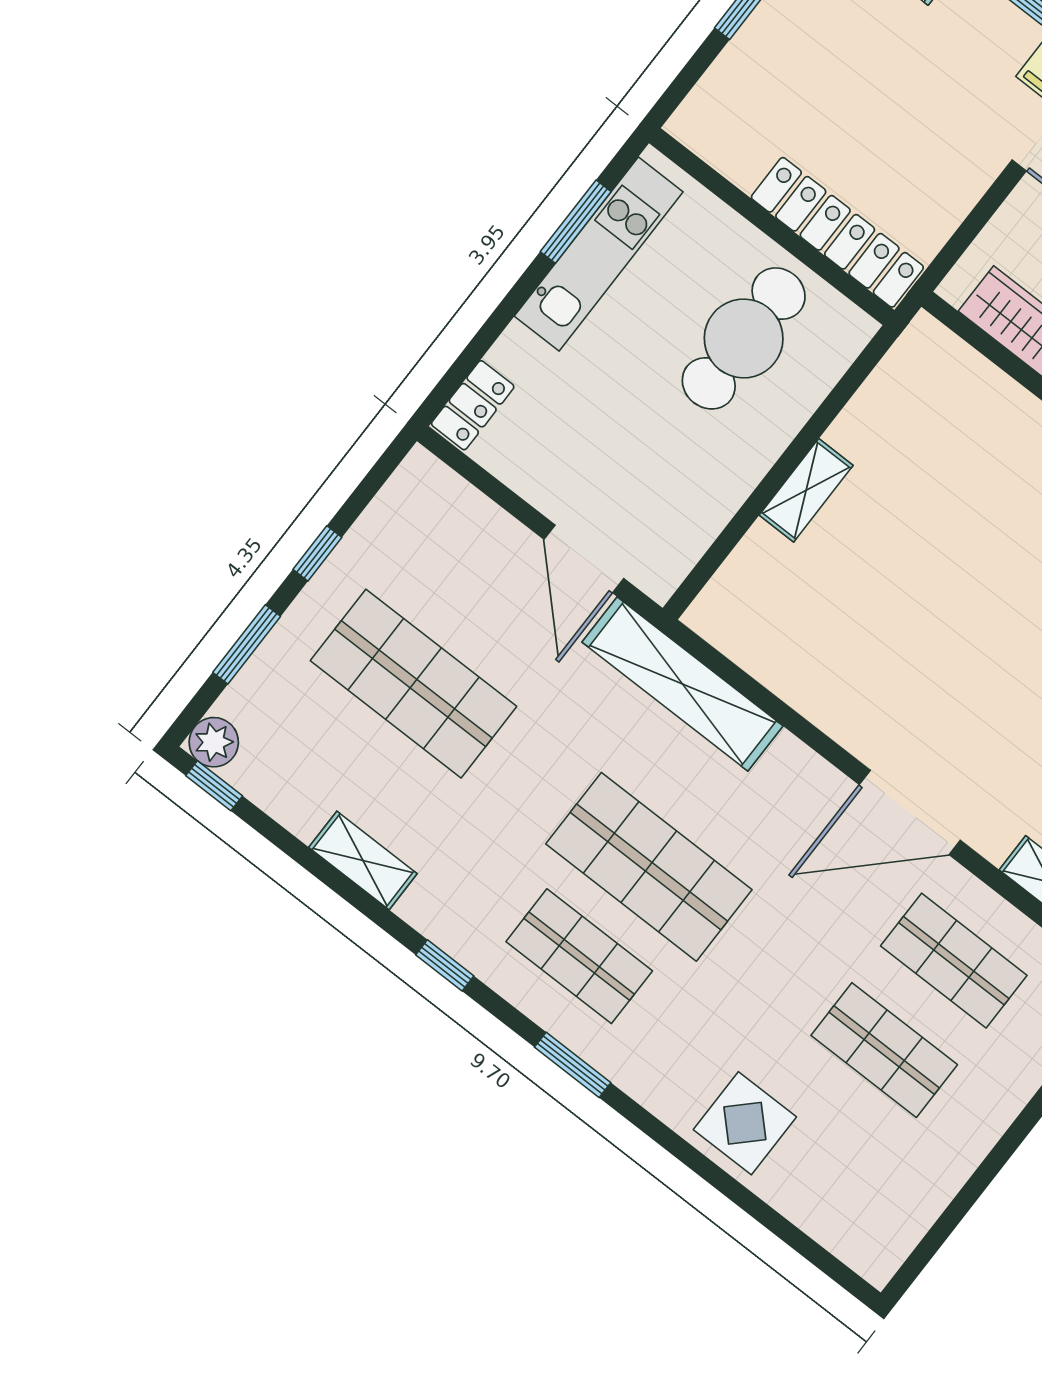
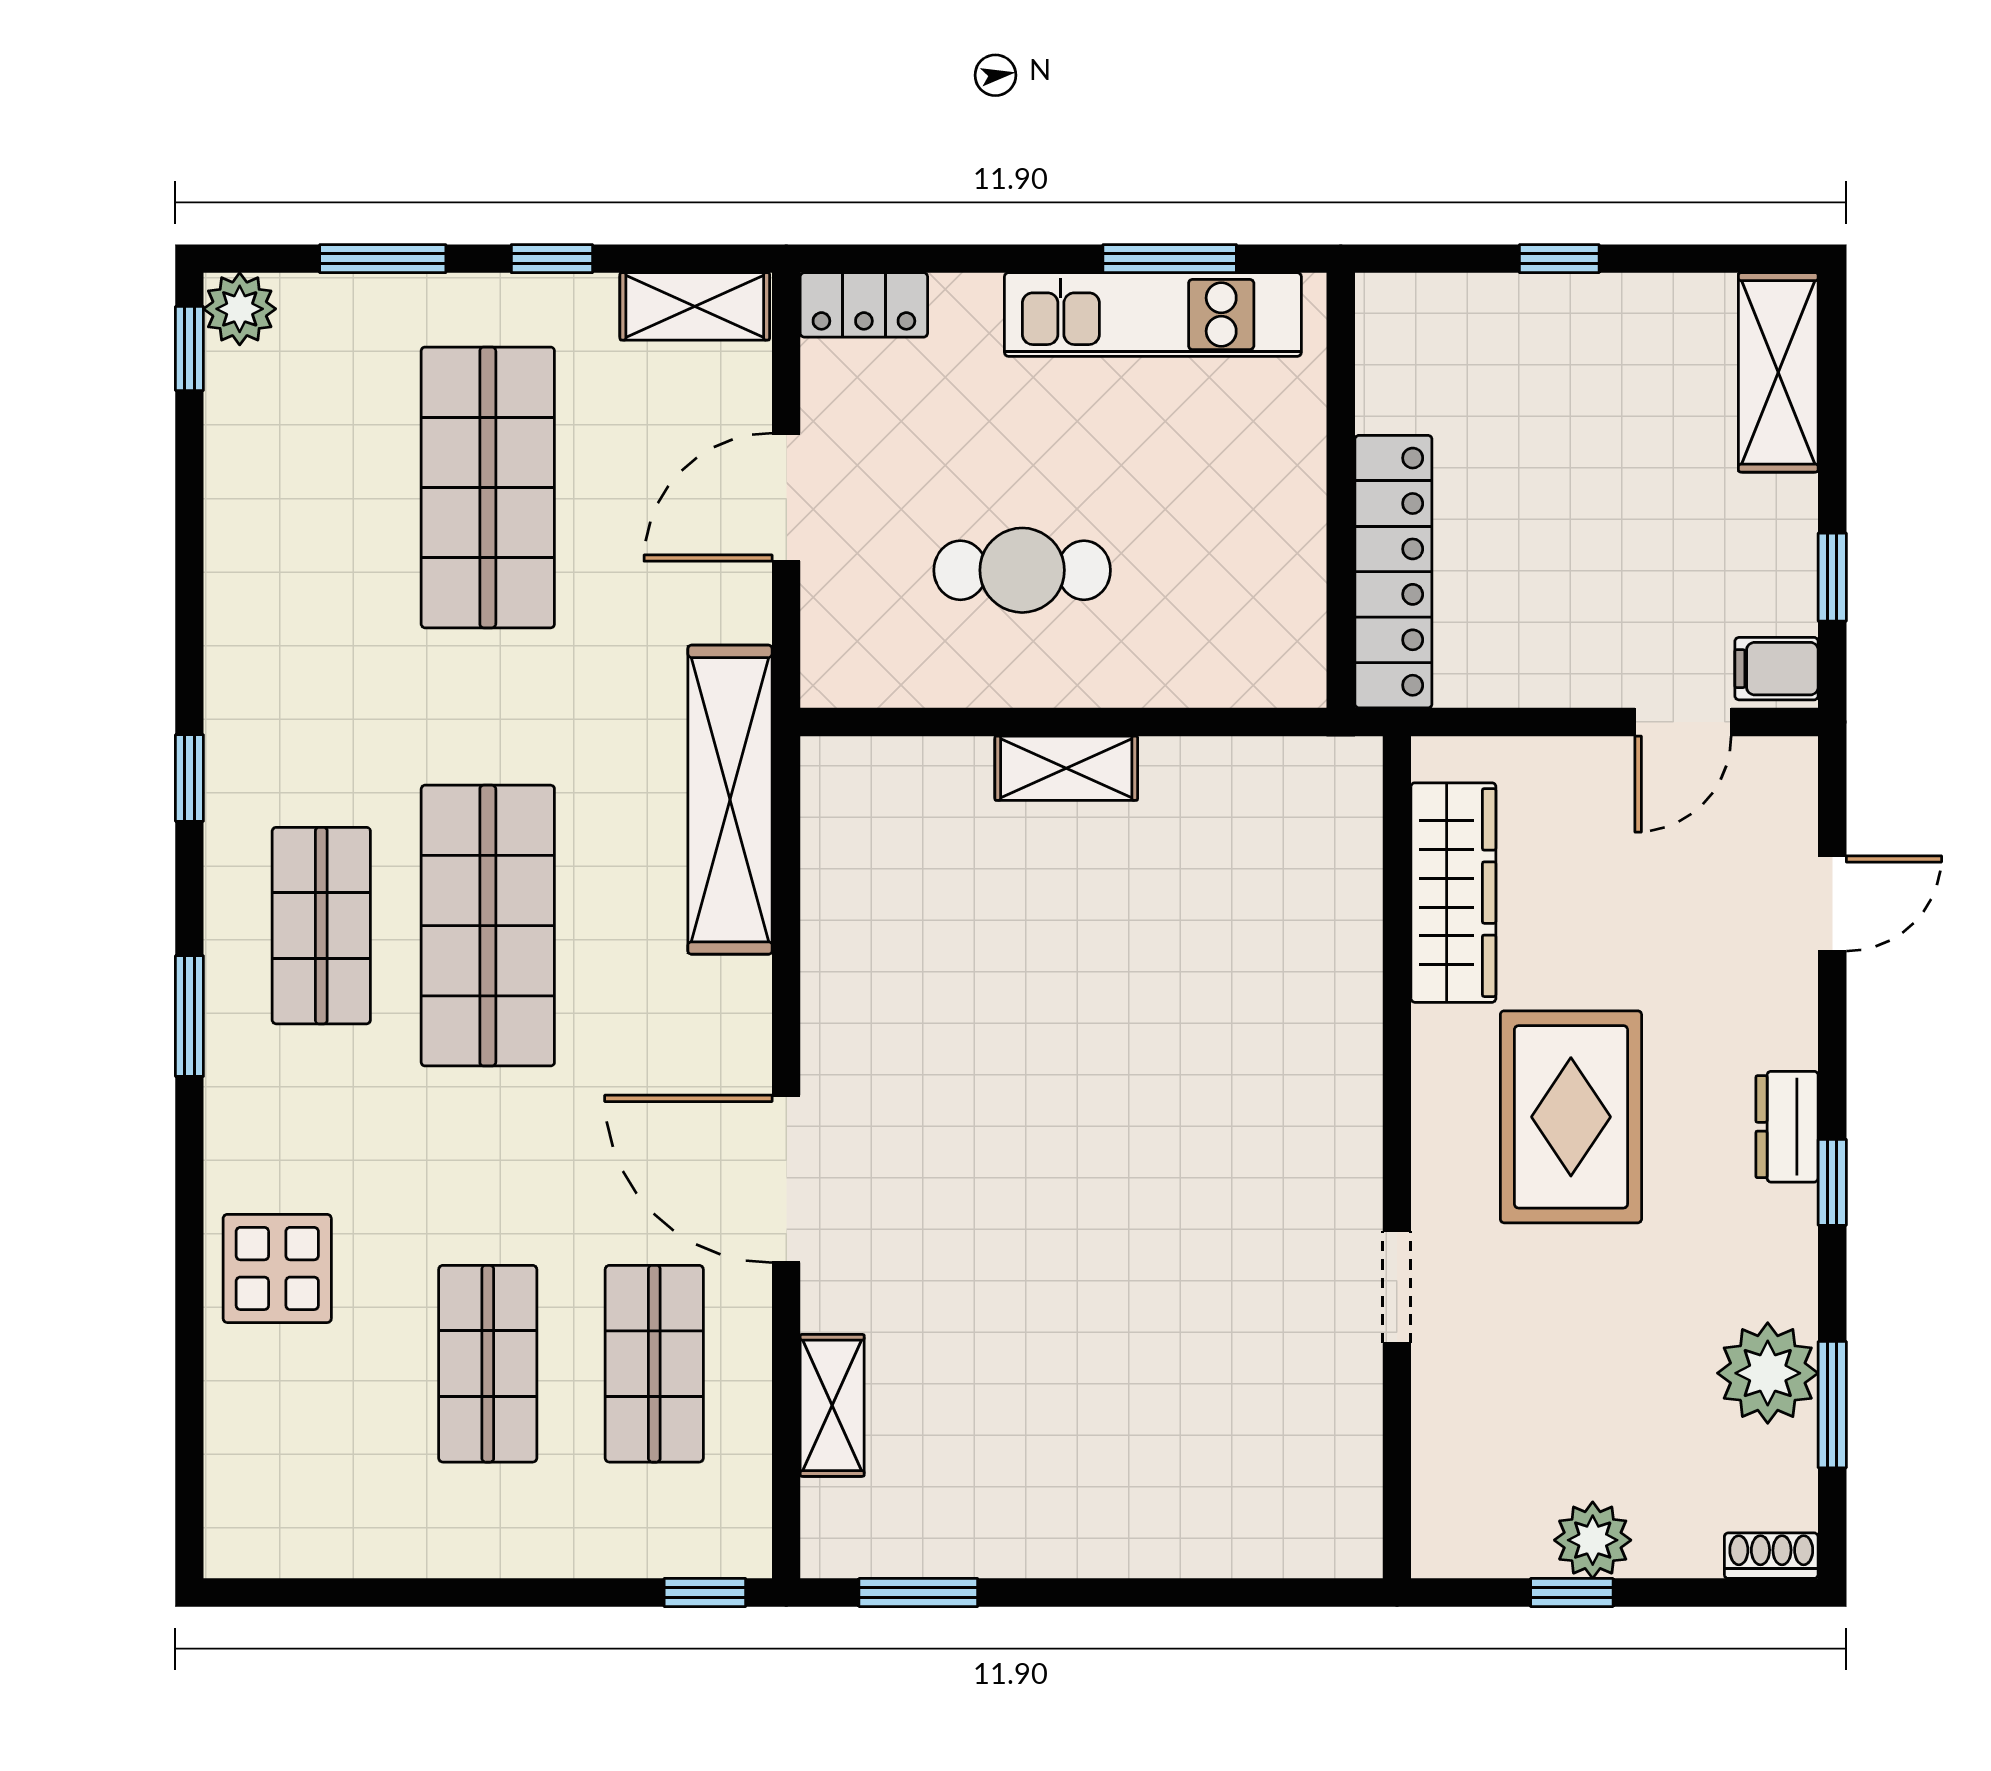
cafe table: (744, 338) -> (1022, 570), moved, width x0.73, depth x0.74
door: (584, 559) -> (786, 497), moved
shelving: (363, 860) -> (695, 306), moved, turned 90

